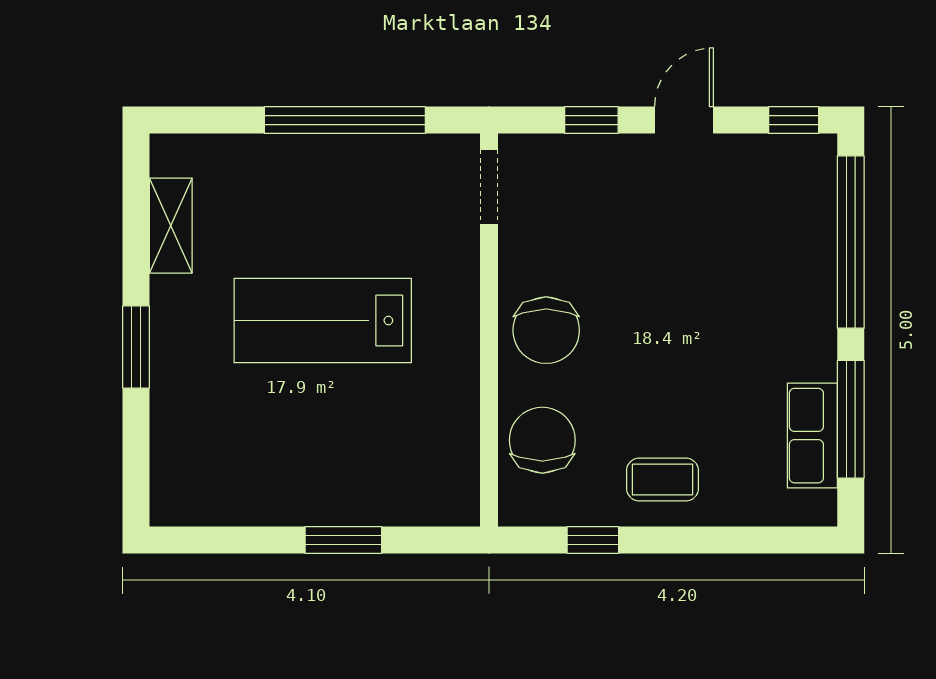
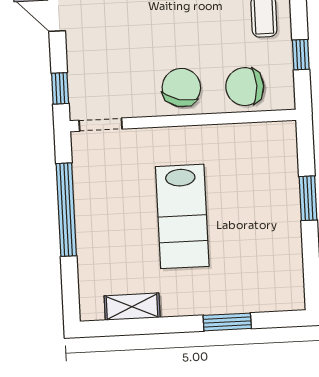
window: (591, 120) -> (60, 88), moved
chair: (546, 330) -> (181, 88), turned -76
window: (136, 347) -> (227, 322), moved

